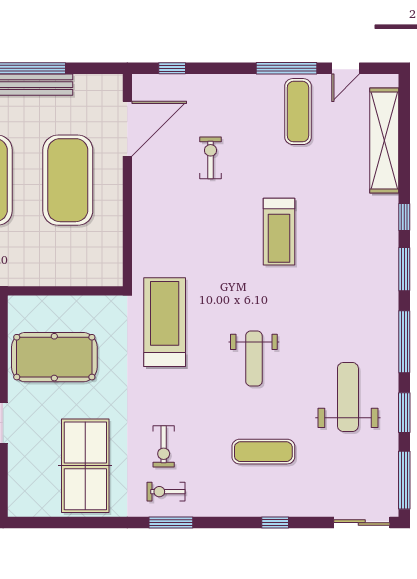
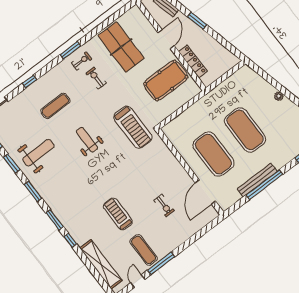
window: (172, 68) -> (206, 229), removed
treadmill: (279, 232) -> (118, 214), moved
window: (404, 342) -> (33, 191), width x0.69
weight bench: (348, 397) -> (38, 153), turned -90

